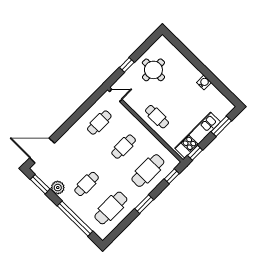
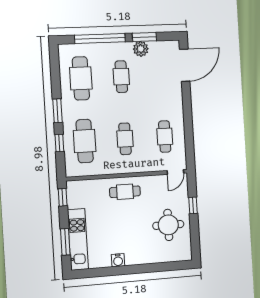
kitchen unit: (198, 135) -> (78, 239), moved
window: (172, 176) -> (59, 143), moved
window: (40, 184) -> (144, 37), moved

